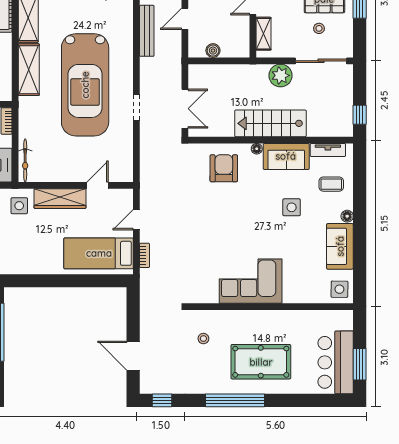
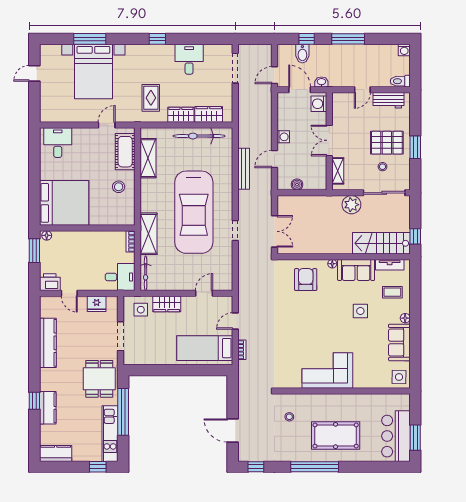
shelving: (29, 70) -> (148, 234), moved
stairs: (270, 123) -> (381, 243), moved
wardrobe: (60, 199) -> (167, 304), width x0.67

